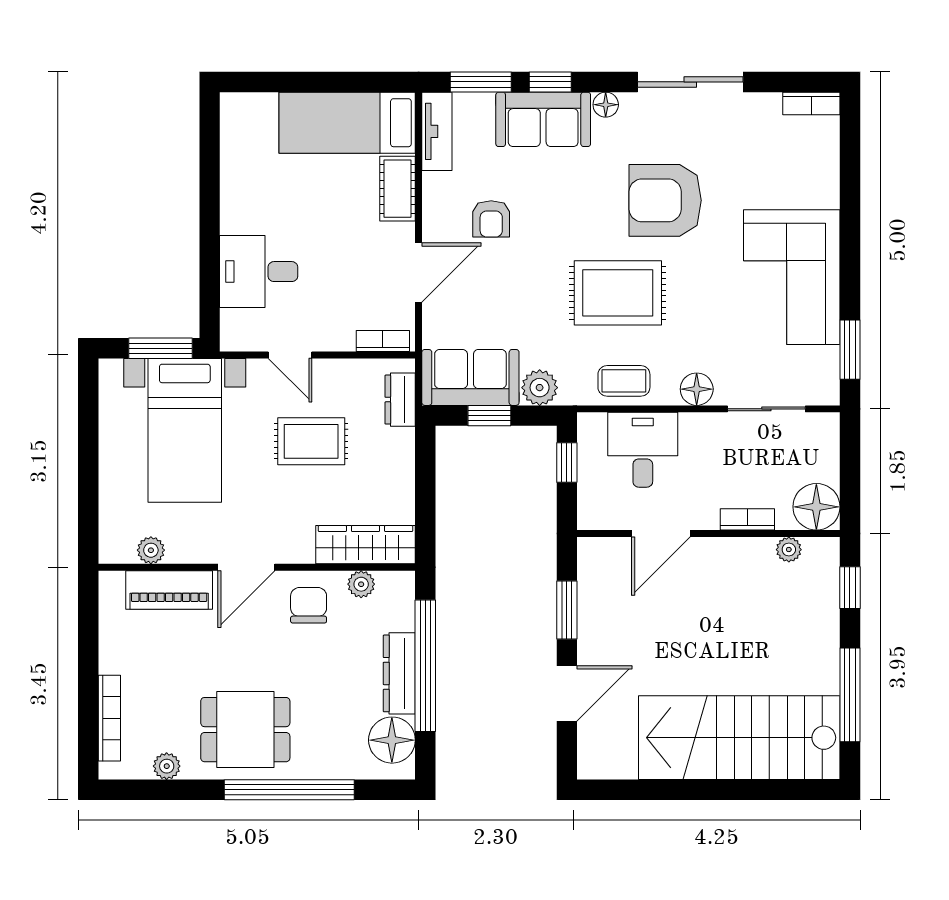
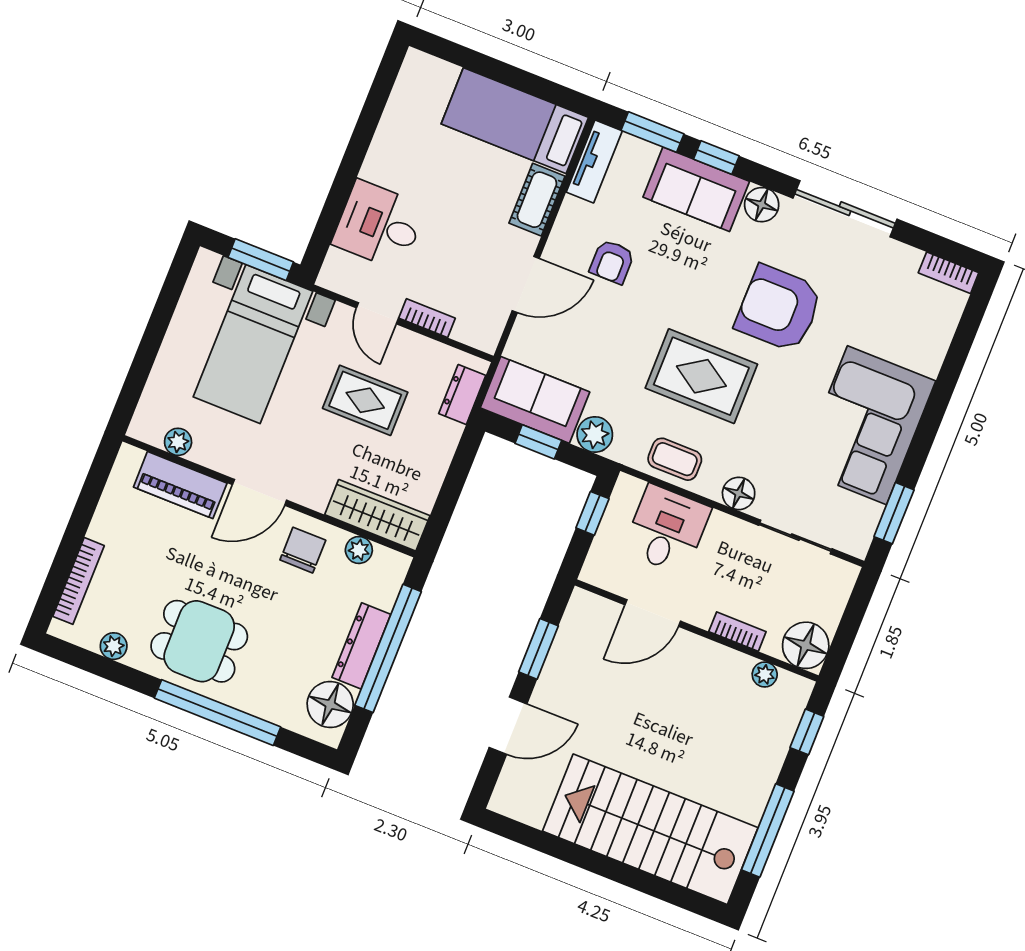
floor lamp: (606, 105) -> (762, 205), width x1.37, depth x1.37
bookcase: (383, 341) -> (427, 318), moved

